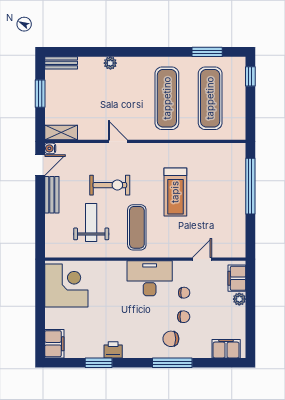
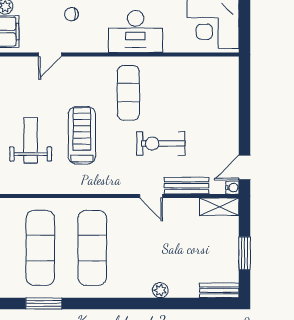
bench: (52, 195) -> (186, 186), moved, turned 90
weight bench: (91, 222) -> (31, 140), moved, turned 180
desk: (150, 278) -> (136, 31), moved

